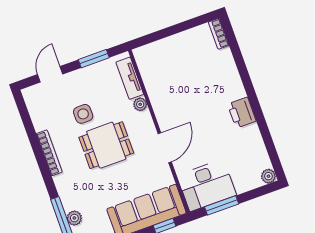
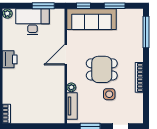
desk: (207, 185) -> (32, 22), moved
plant: (74, 218) -> (138, 31), removed

